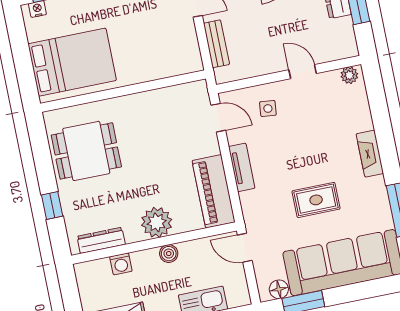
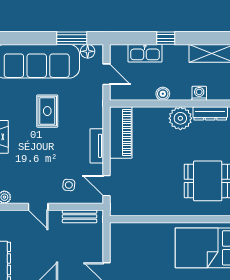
bench: (216, 44) -> (80, 216), moved, turned 90
rug: (316, 200) -> (47, 111), turned 90
plant: (157, 222) -> (180, 118), moved
door: (245, 248) -> (106, 74), moved

